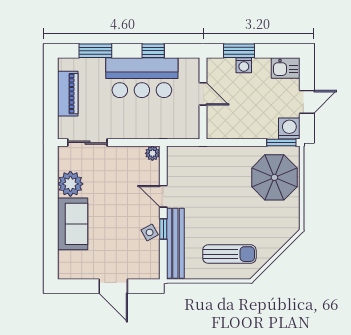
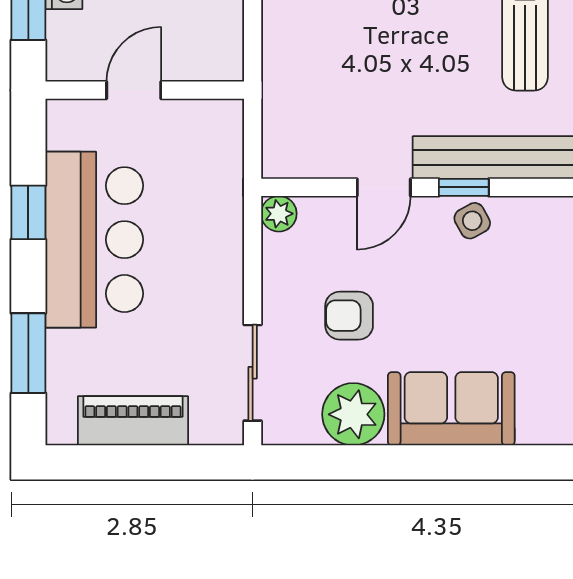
armchair: (111, 182) -> (349, 316), added

